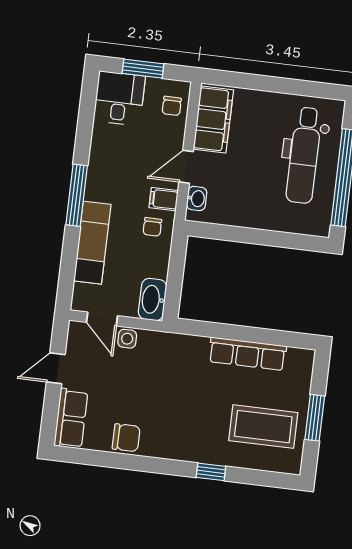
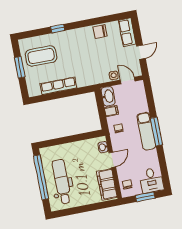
filing cabinet: (164, 199) -> (111, 111), moved
exam couch: (92, 243) -> (146, 131), moved

